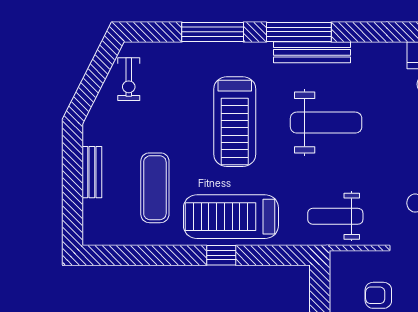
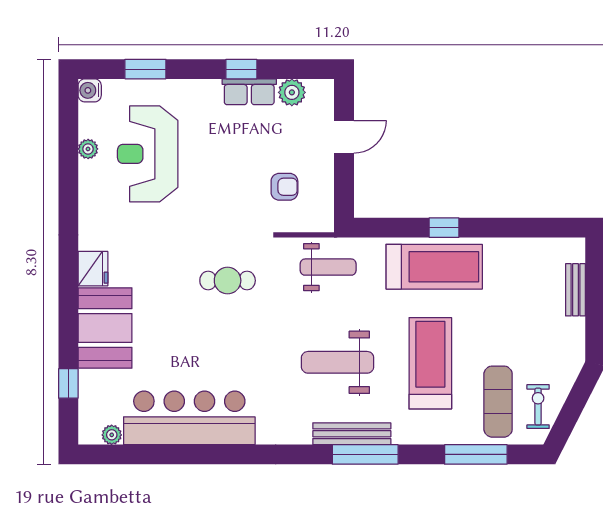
window: (213, 32) -> (476, 454), moved
bench: (92, 172) -> (576, 290), moved
exercise mat: (155, 188) -> (498, 402), moved

